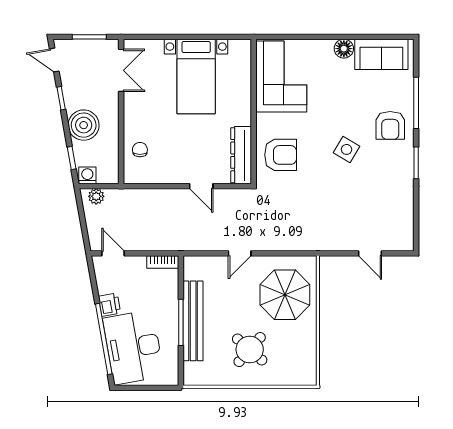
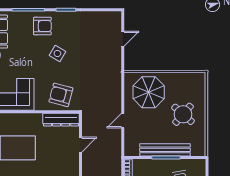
armchair: (281, 155) -> (61, 95), turned -75
door: (240, 253) -> (123, 121), swing flipped

